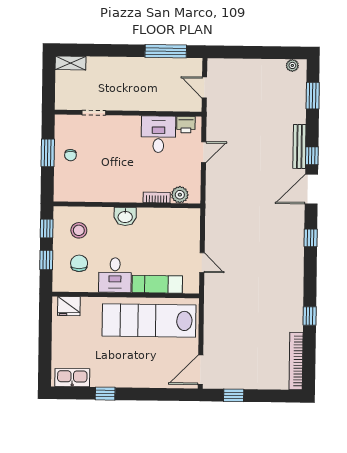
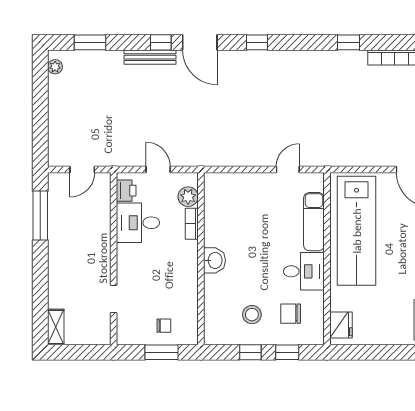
plant: (180, 195) -> (188, 197), moved
bookcase: (157, 198) -> (192, 224), moved
wall: (127, 205) -> (201, 259), moved
washbasin: (125, 216) -> (214, 260), moved

